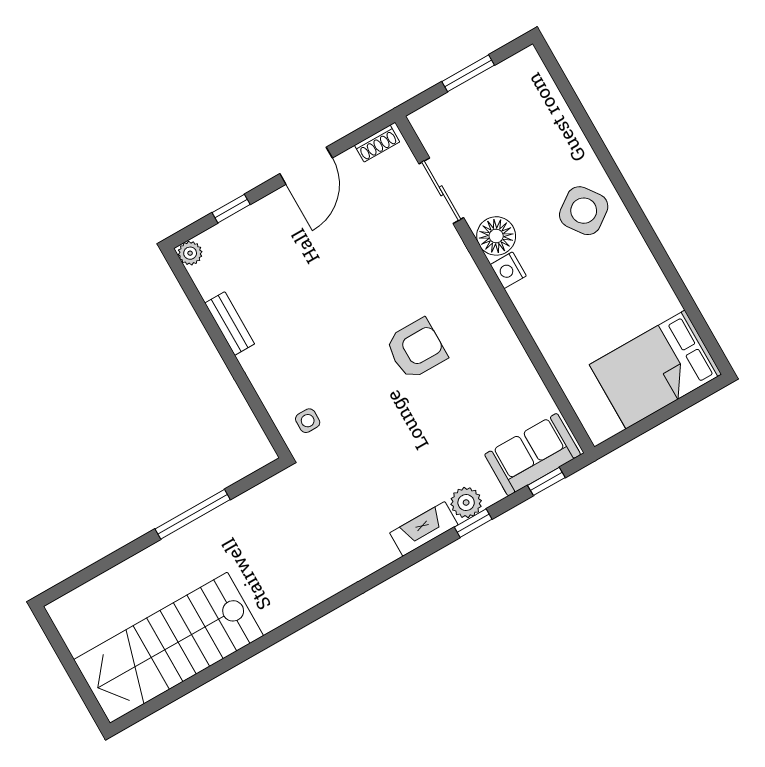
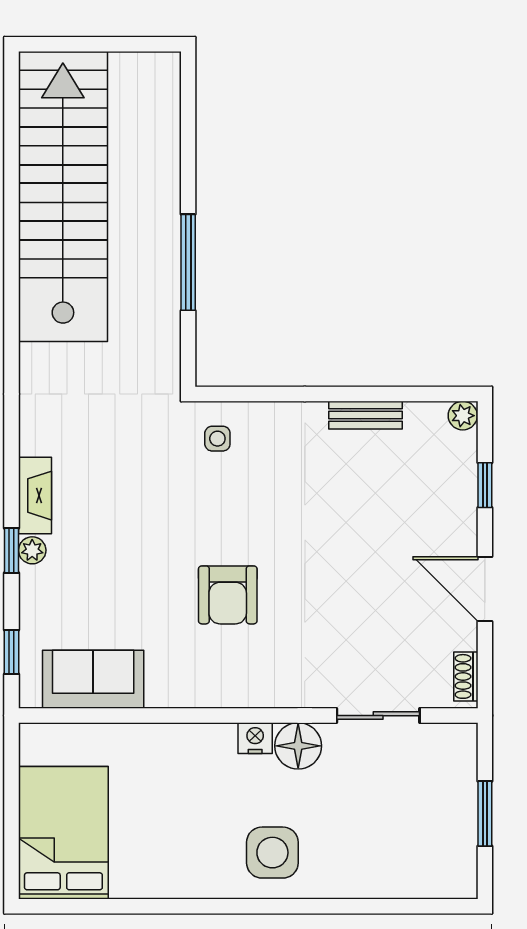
side table: (584, 211) -> (272, 853), turned 36
sofa: (533, 455) -> (93, 679), moved, turned -90
plant: (466, 503) -> (32, 550), width x0.73, depth x0.73
stairs: (169, 648) -> (63, 196), width x1.36

